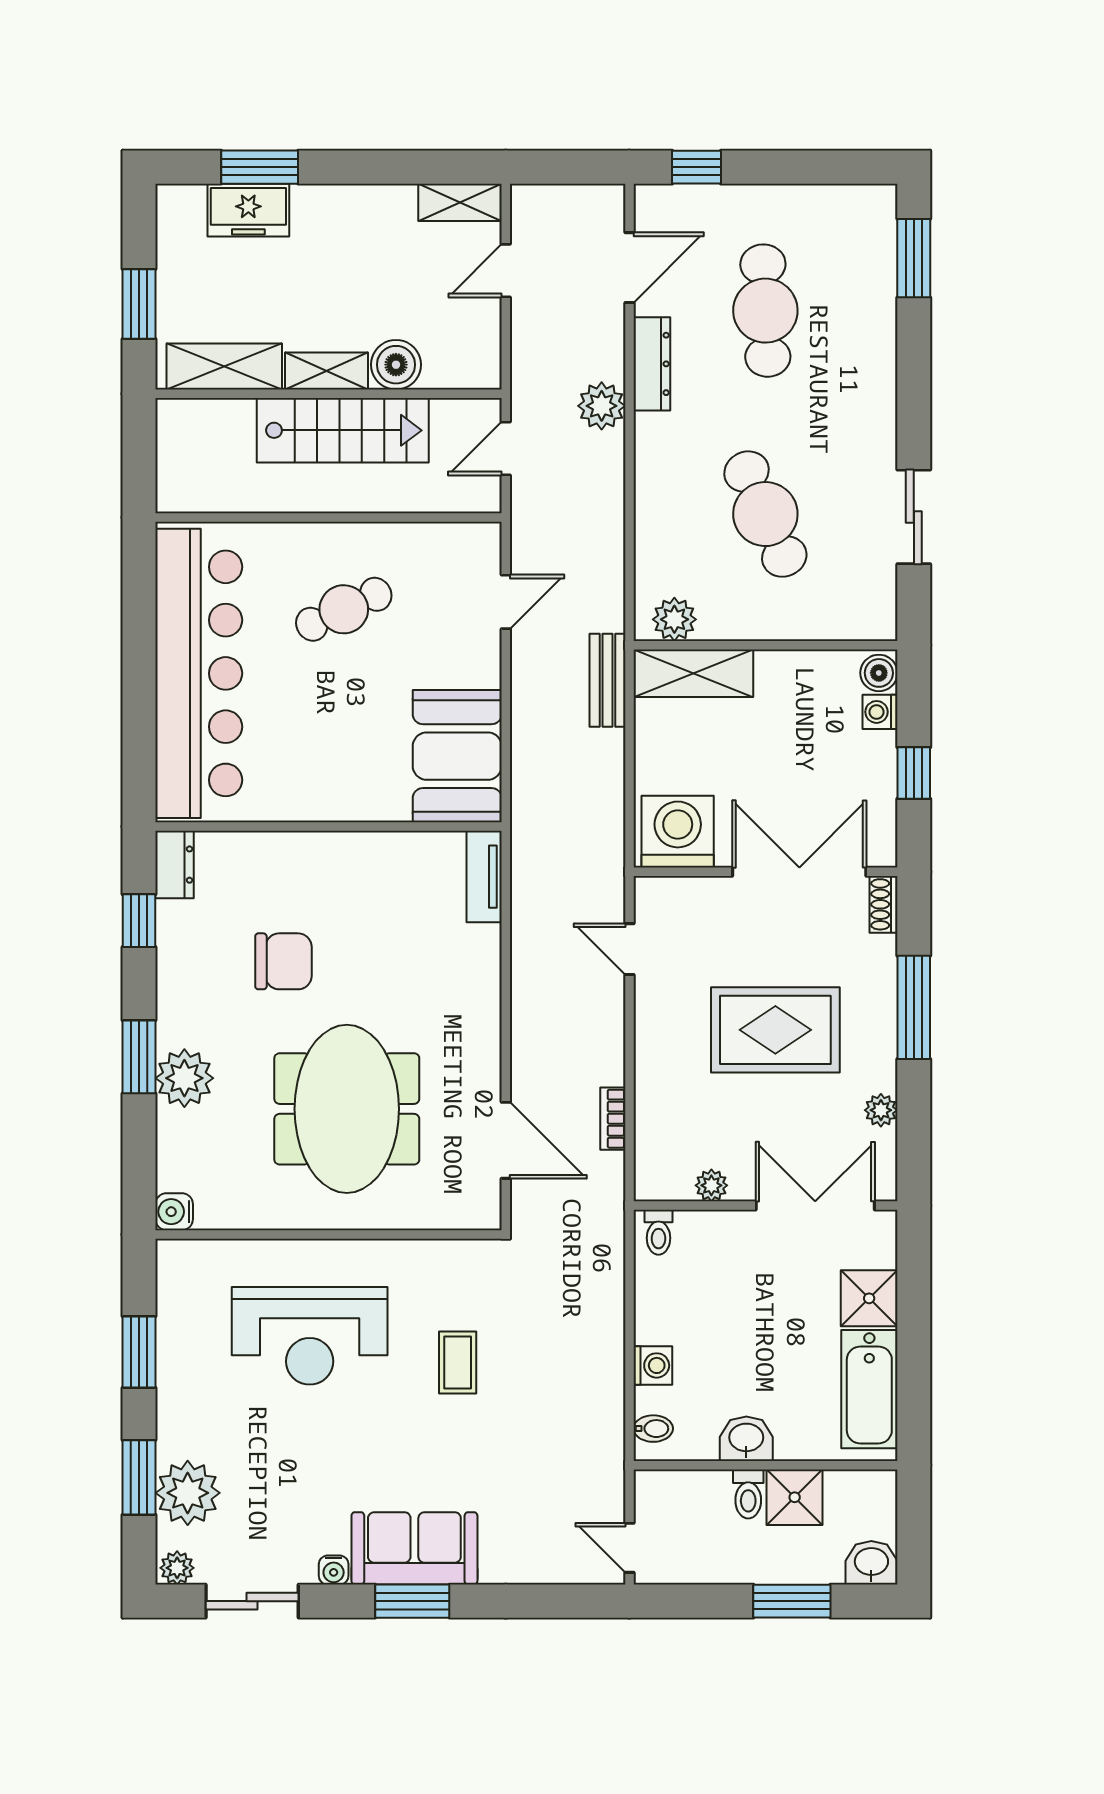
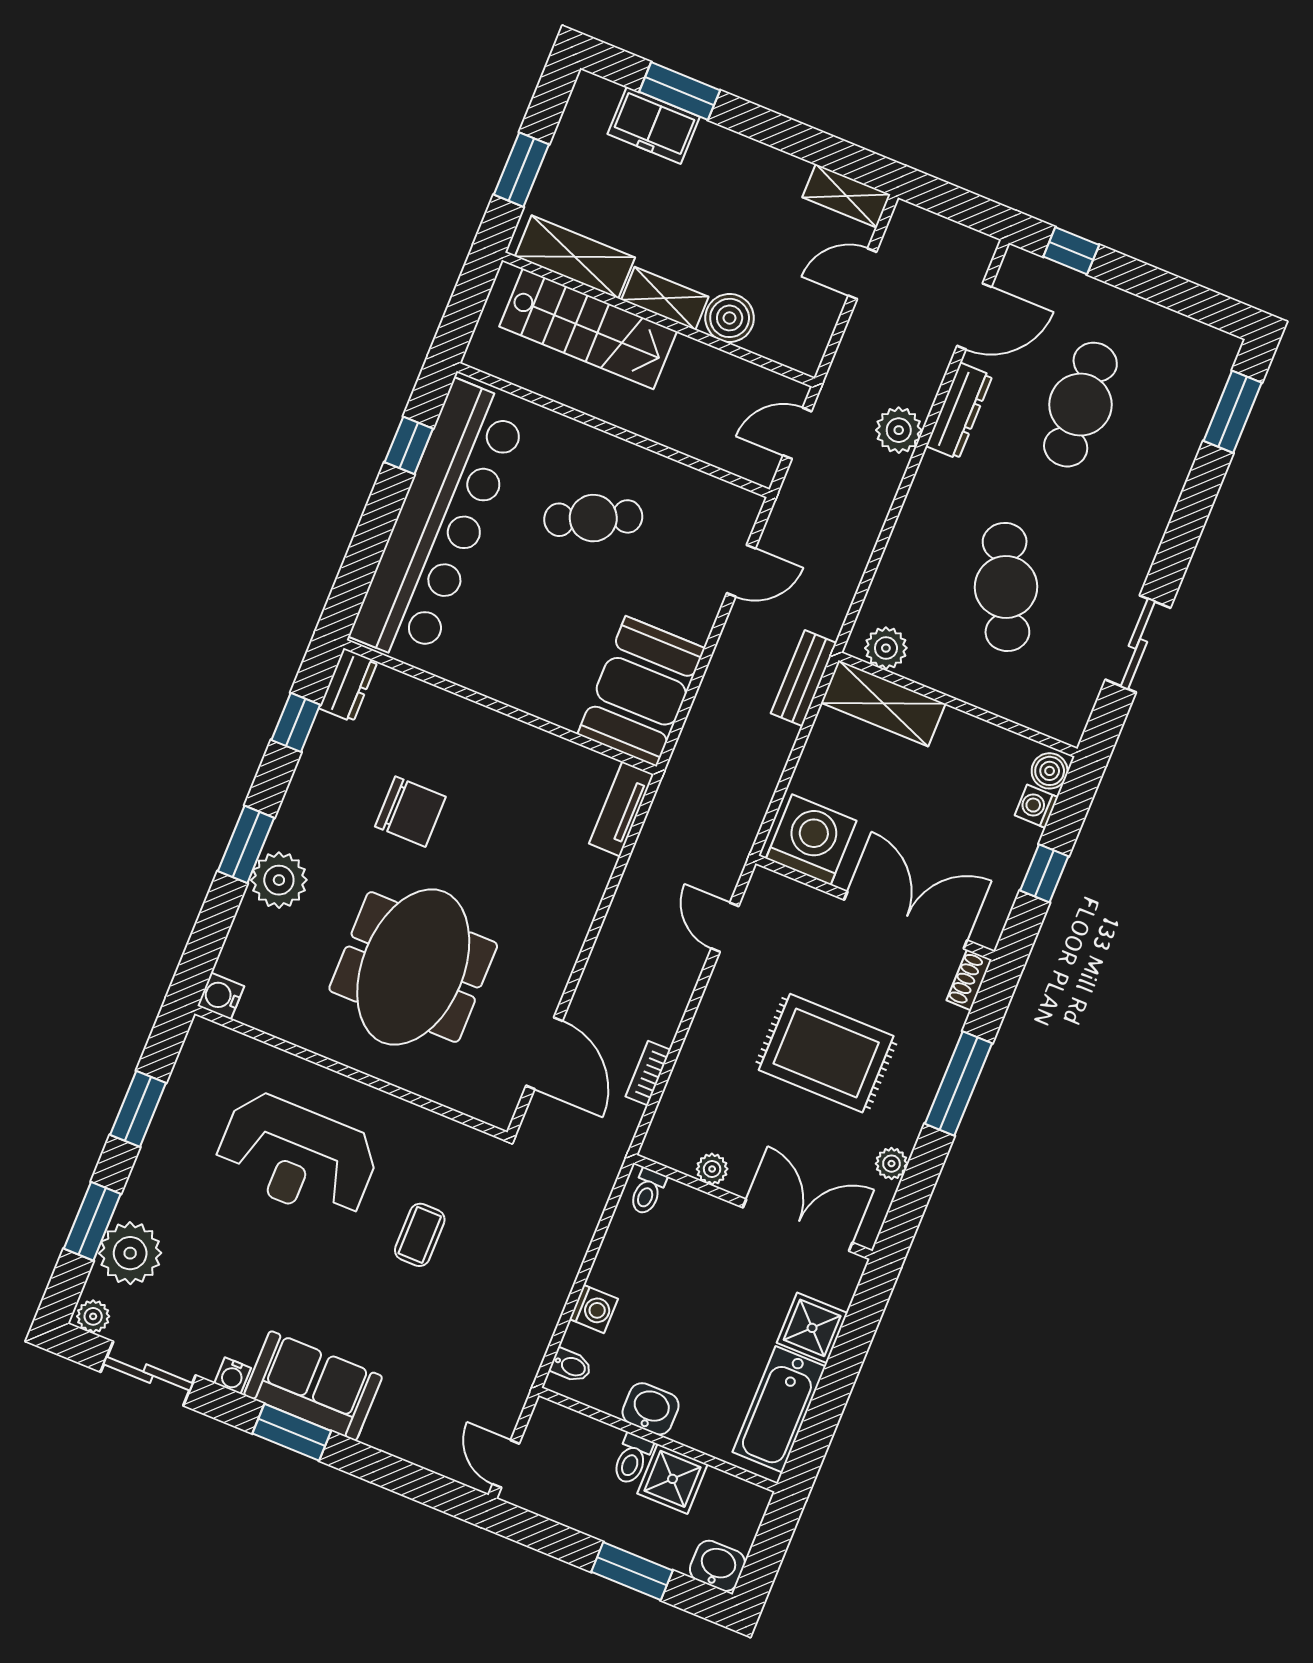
stairs: (343, 430) -> (588, 329), moved
window: (139, 612) -> (409, 445), added

